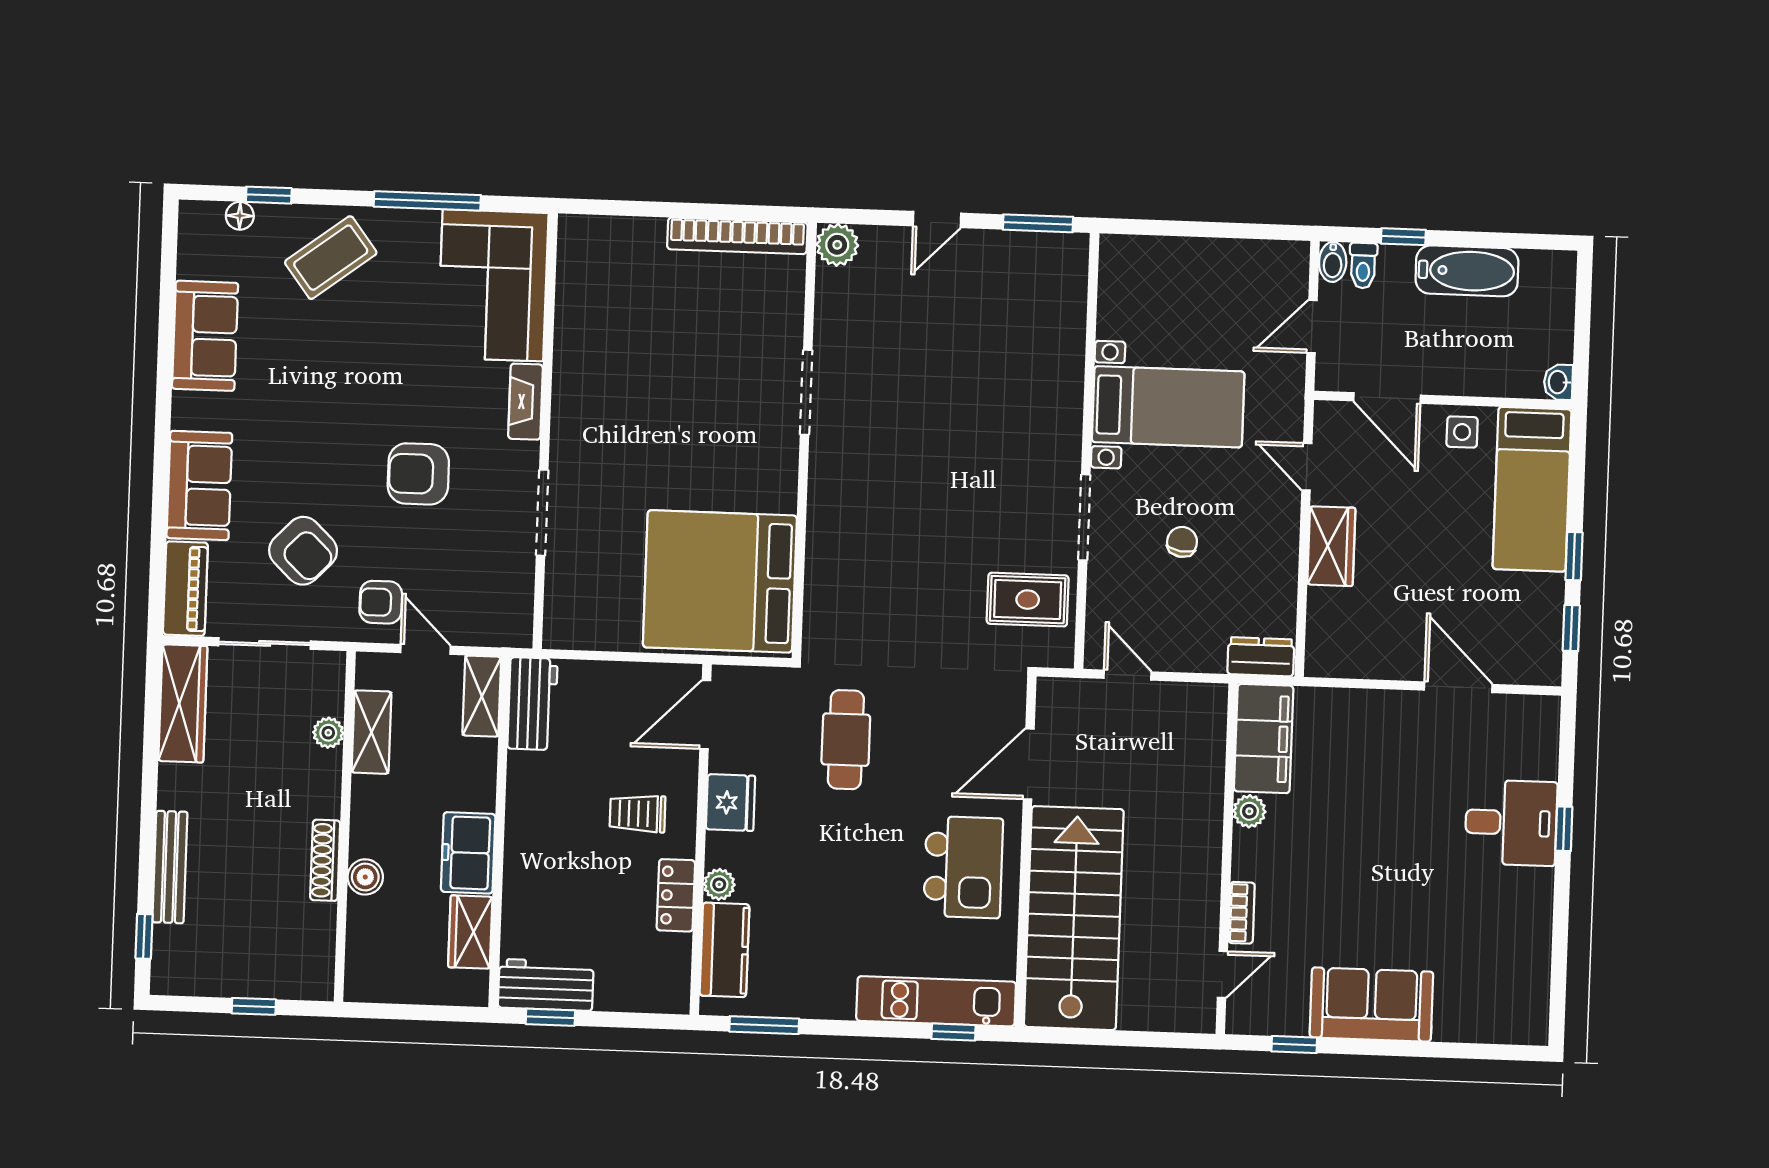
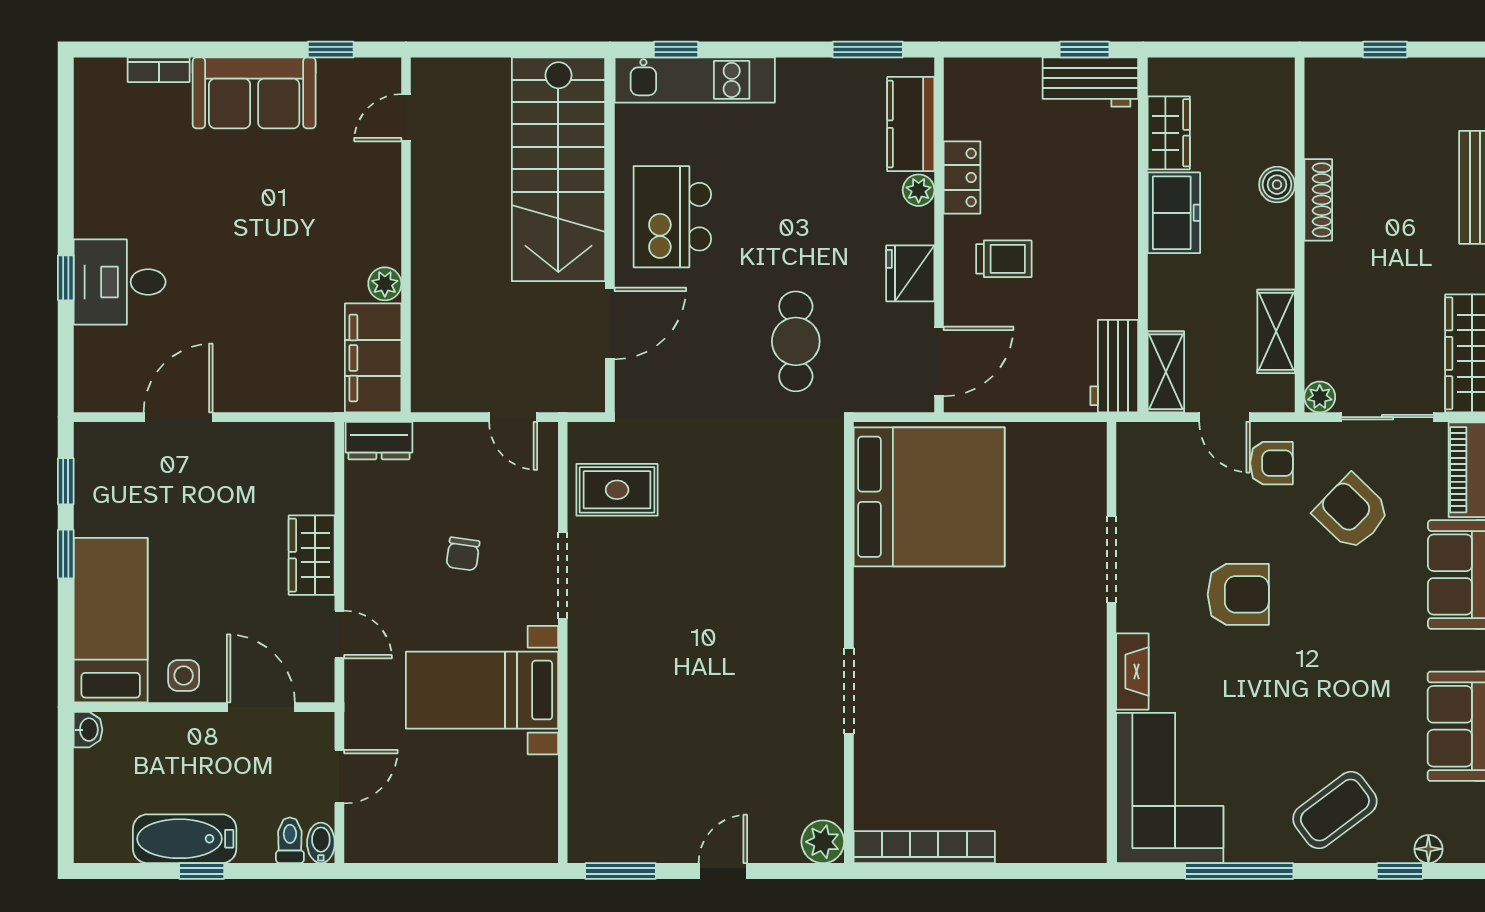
window: (1403, 237) -> (202, 871), moved
door: (1458, 687) -> (178, 417), swing flipped
plant: (328, 733) -> (1320, 397), moved
bookcase: (1242, 913) -> (159, 70), moved, turned -90

